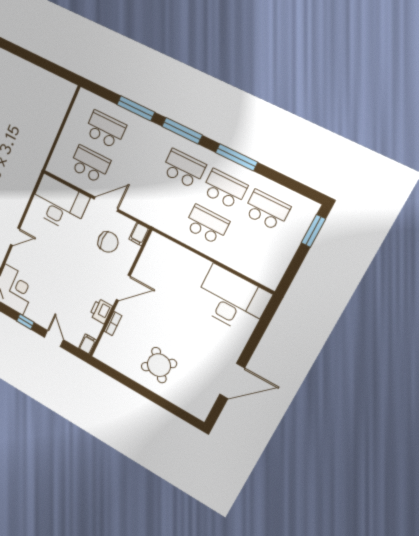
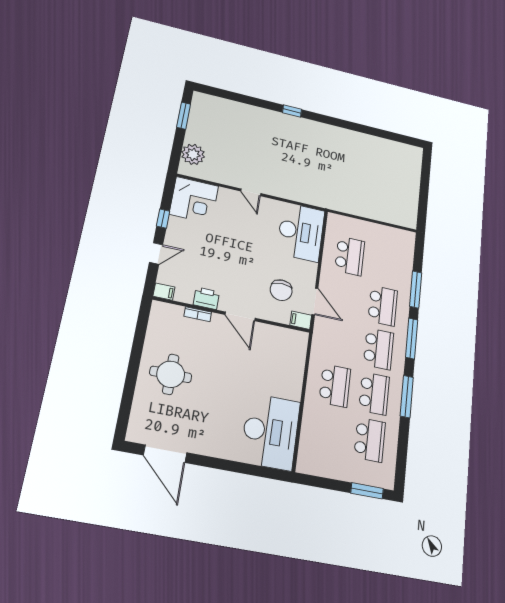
school desk: (105, 129) -> (383, 306), moved
door: (106, 204) -> (315, 301), moved
round table: (159, 365) -> (171, 374), turned 38
door: (232, 381) -> (165, 454), moved

